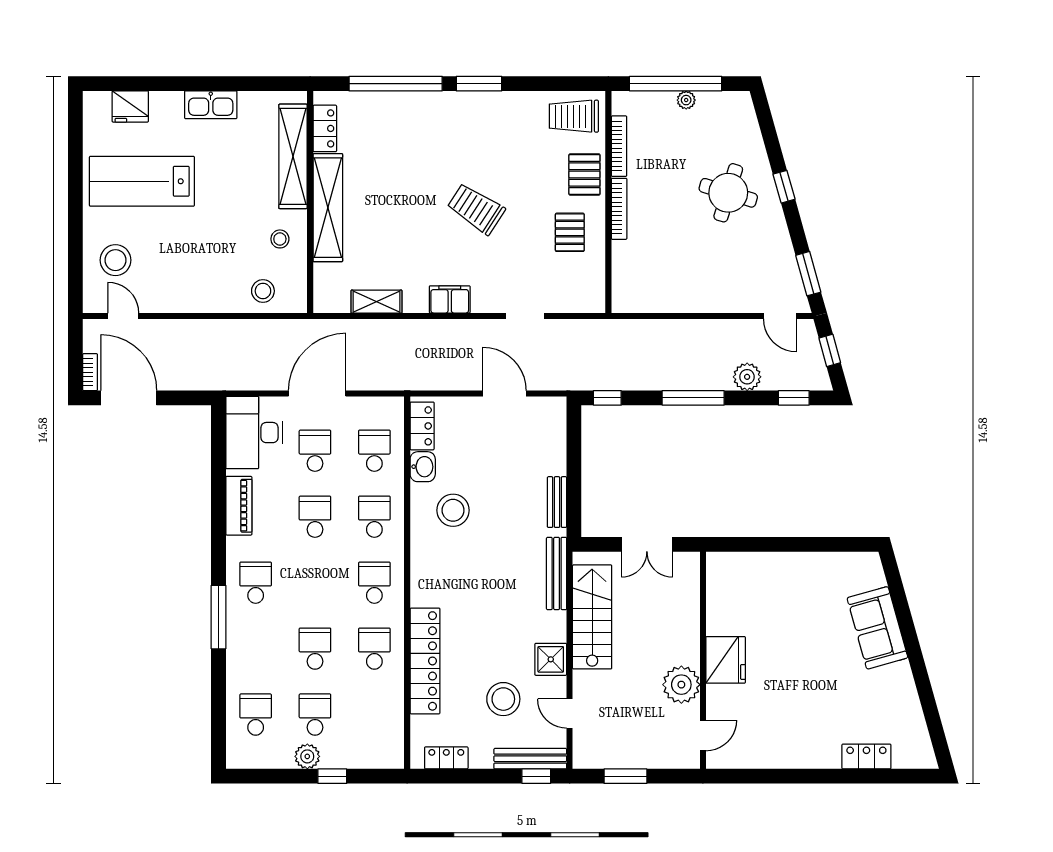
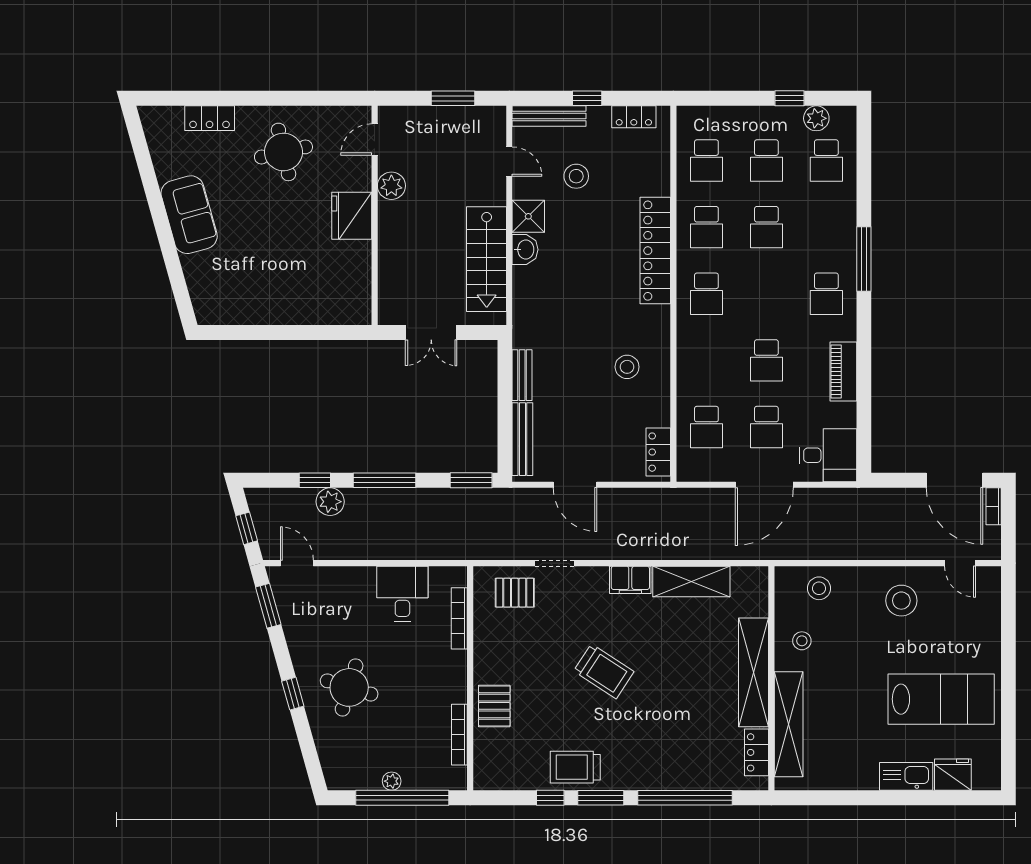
window: (529, 84) -> (550, 798), added
kitchen sink: (211, 105) -> (906, 776), moved
trolley: (574, 116) -> (575, 767), moved, turned 180
bookcase: (619, 209) -> (459, 618), moved
pallet: (570, 232) -> (515, 593), moved, turned 90
stool: (115, 260) -> (901, 601), moved
desk: (675, 286) -> (402, 594), added
shelving: (376, 302) -> (691, 581), width x1.50, depth x1.33
window: (607, 398) -> (471, 480), width x1.50
window: (794, 398) -> (315, 480), moved
desk: (254, 433) -> (828, 455), width x0.73
washbasin: (423, 467) -> (525, 249), moved, turned 180
stool: (453, 510) -> (627, 367), width x0.73, depth x0.73
school desk: (374, 517) -> (706, 161), moved
double door: (647, 544) -> (431, 332), swing flipped
bench: (557, 573) -> (522, 439), moved
sofa: (877, 628) -> (189, 215), moved
locker: (425, 661) -> (655, 251), moved
plant: (681, 685) -> (391, 186), width x0.73, depth x0.73
stool: (503, 699) -> (576, 176), width x0.73, depth x0.73
round table: (793, 723) -> (283, 152), added
plant: (307, 756) -> (816, 118), moved
window: (332, 776) -> (790, 98), moved
window: (536, 776) -> (587, 98), moved

